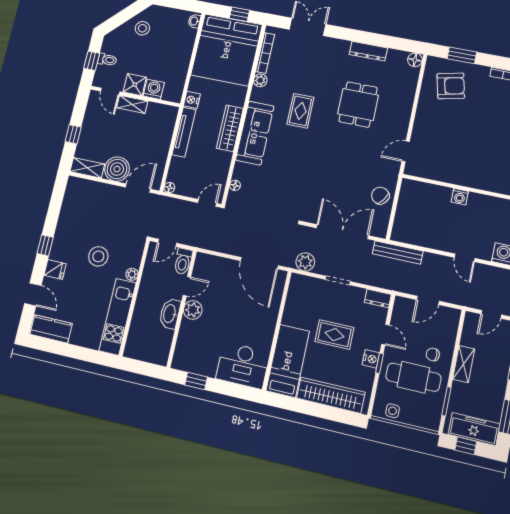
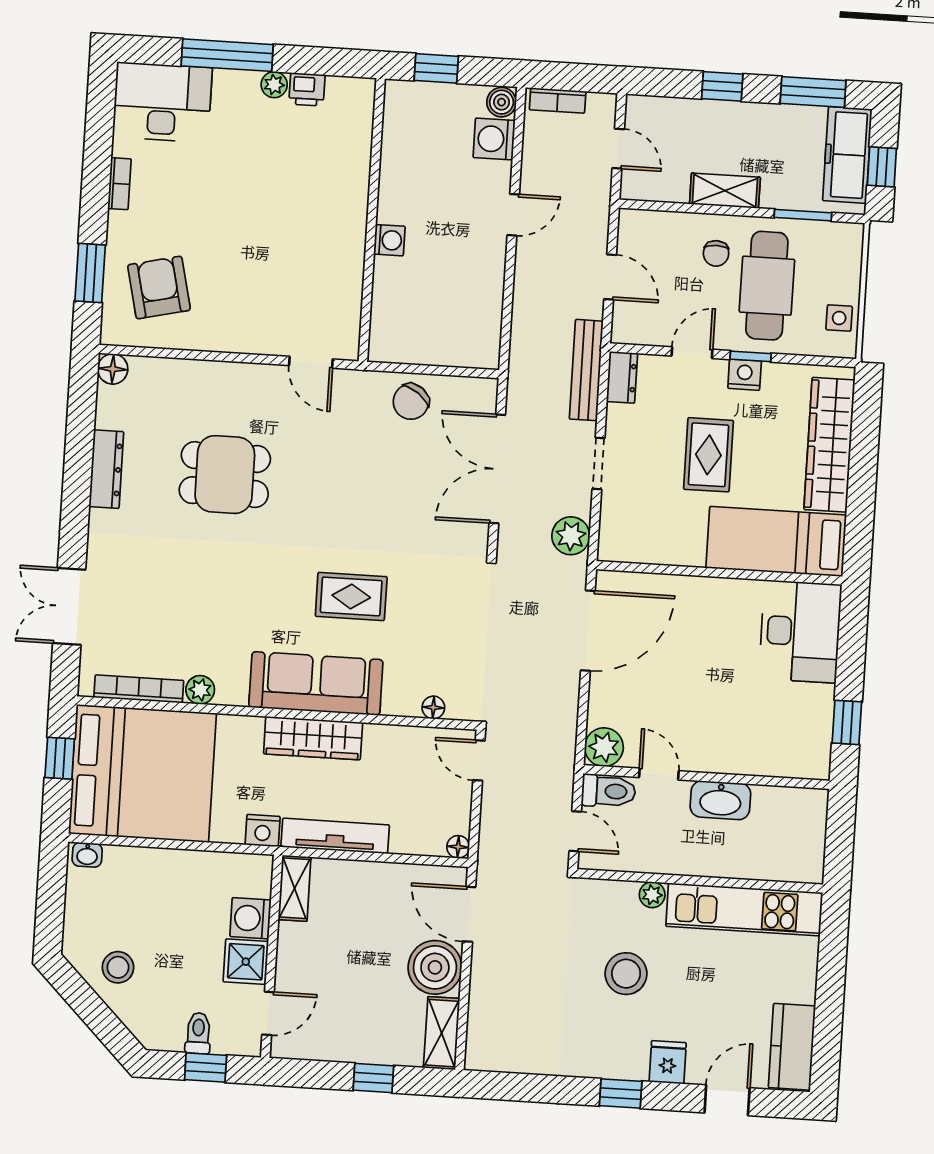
shelving: (132, 104) -> (295, 888), moved
rug: (300, 111) -> (351, 596), moved
bench: (398, 252) -> (586, 370), moved
plant: (193, 310) -> (604, 747), moved

